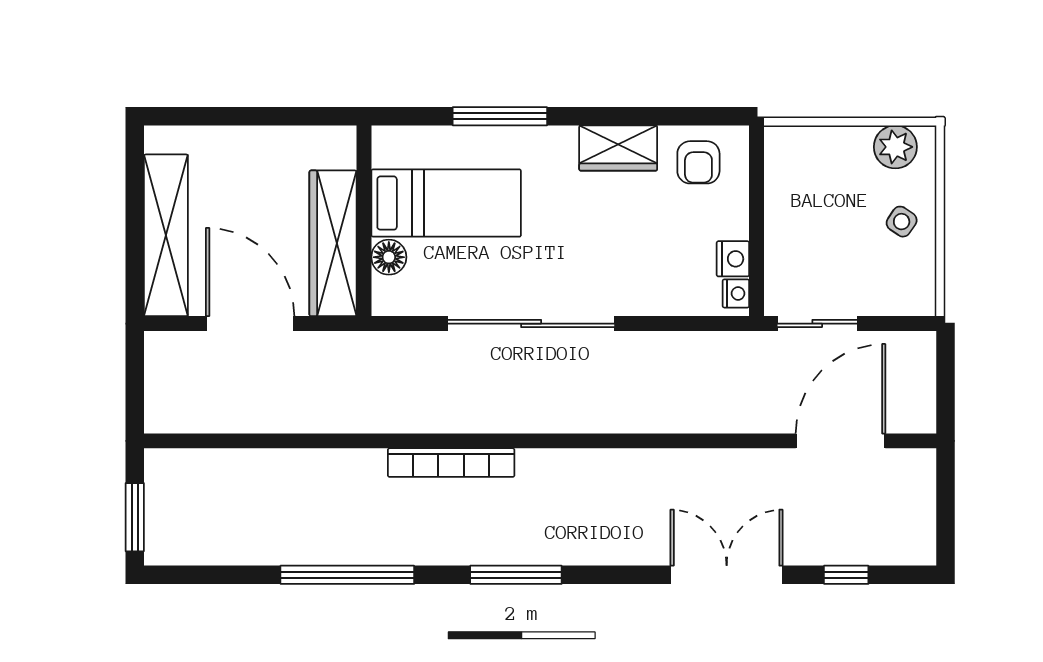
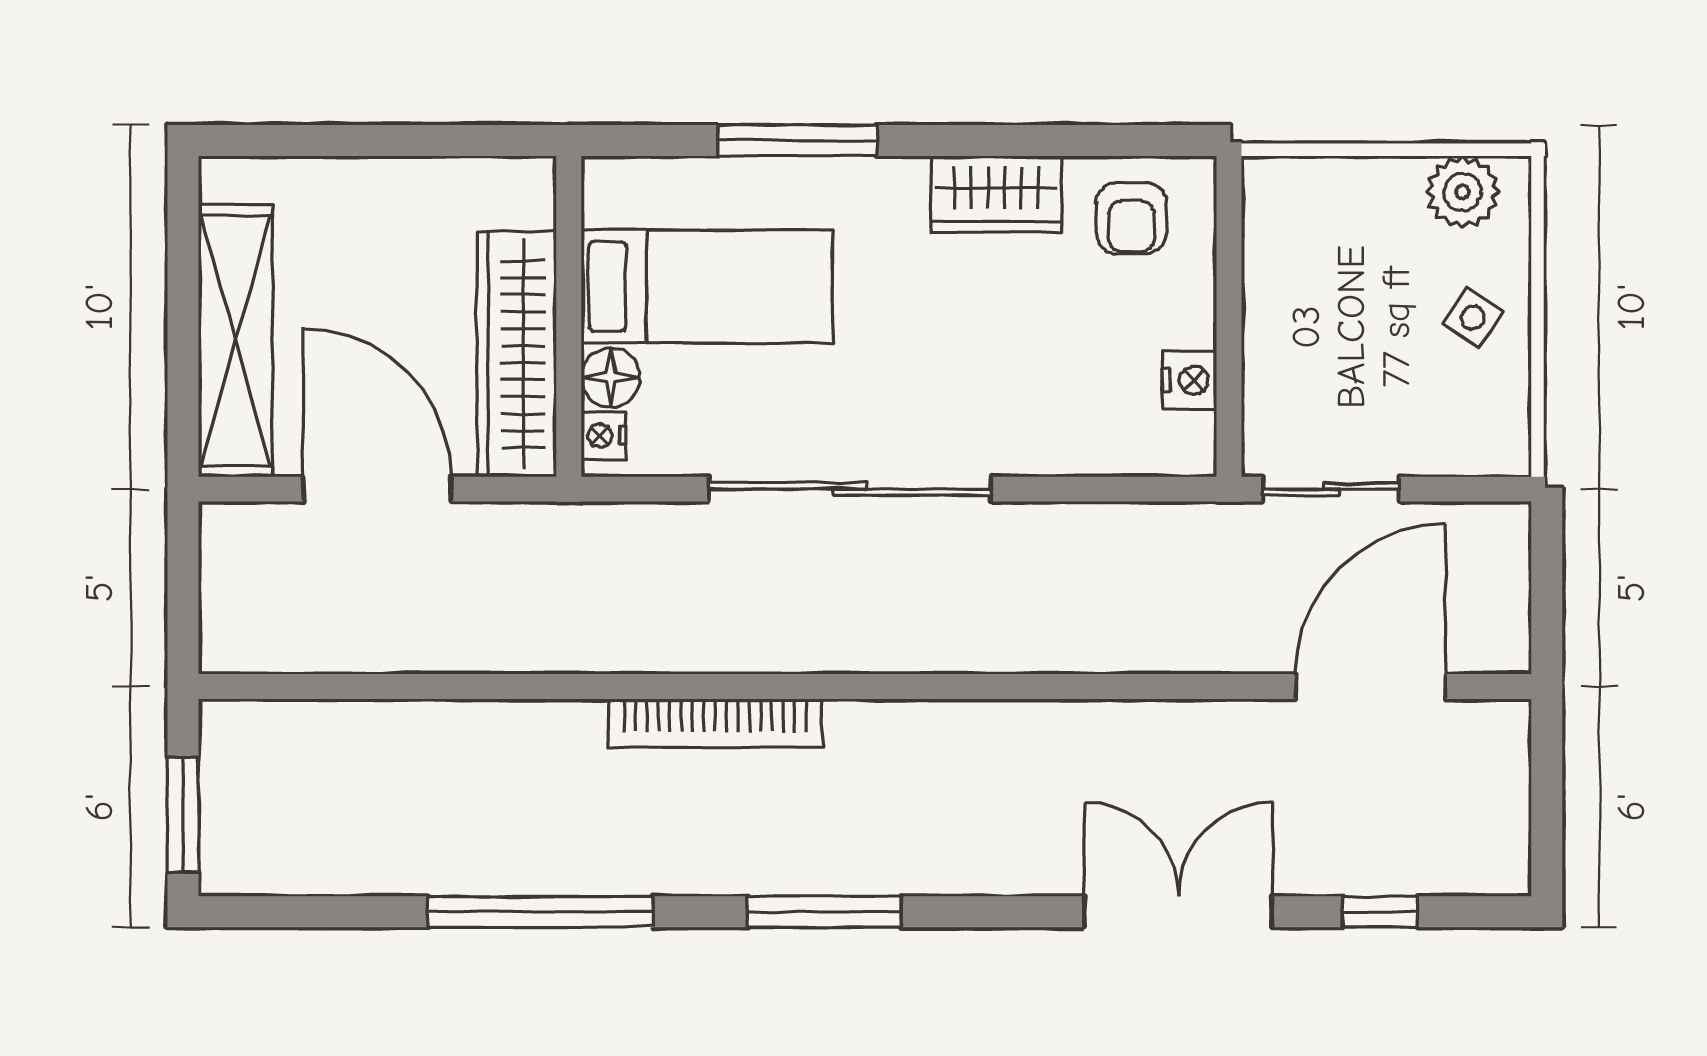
nightstand: (736, 293) -> (603, 436), moved, turned 180

